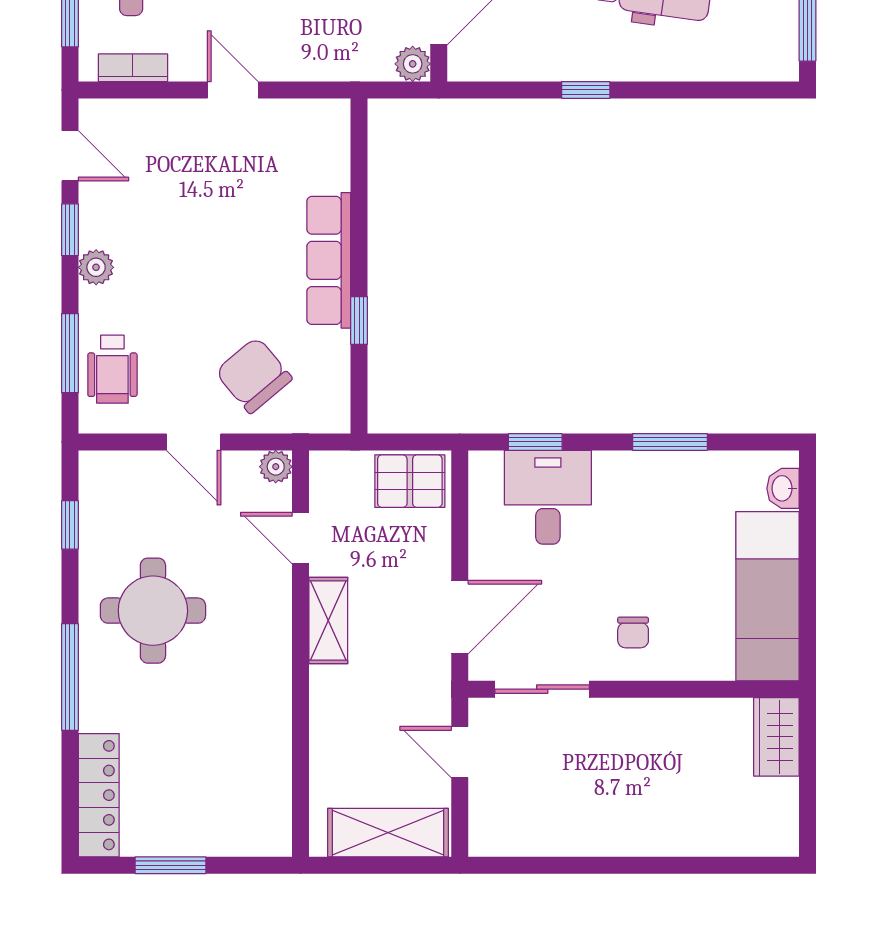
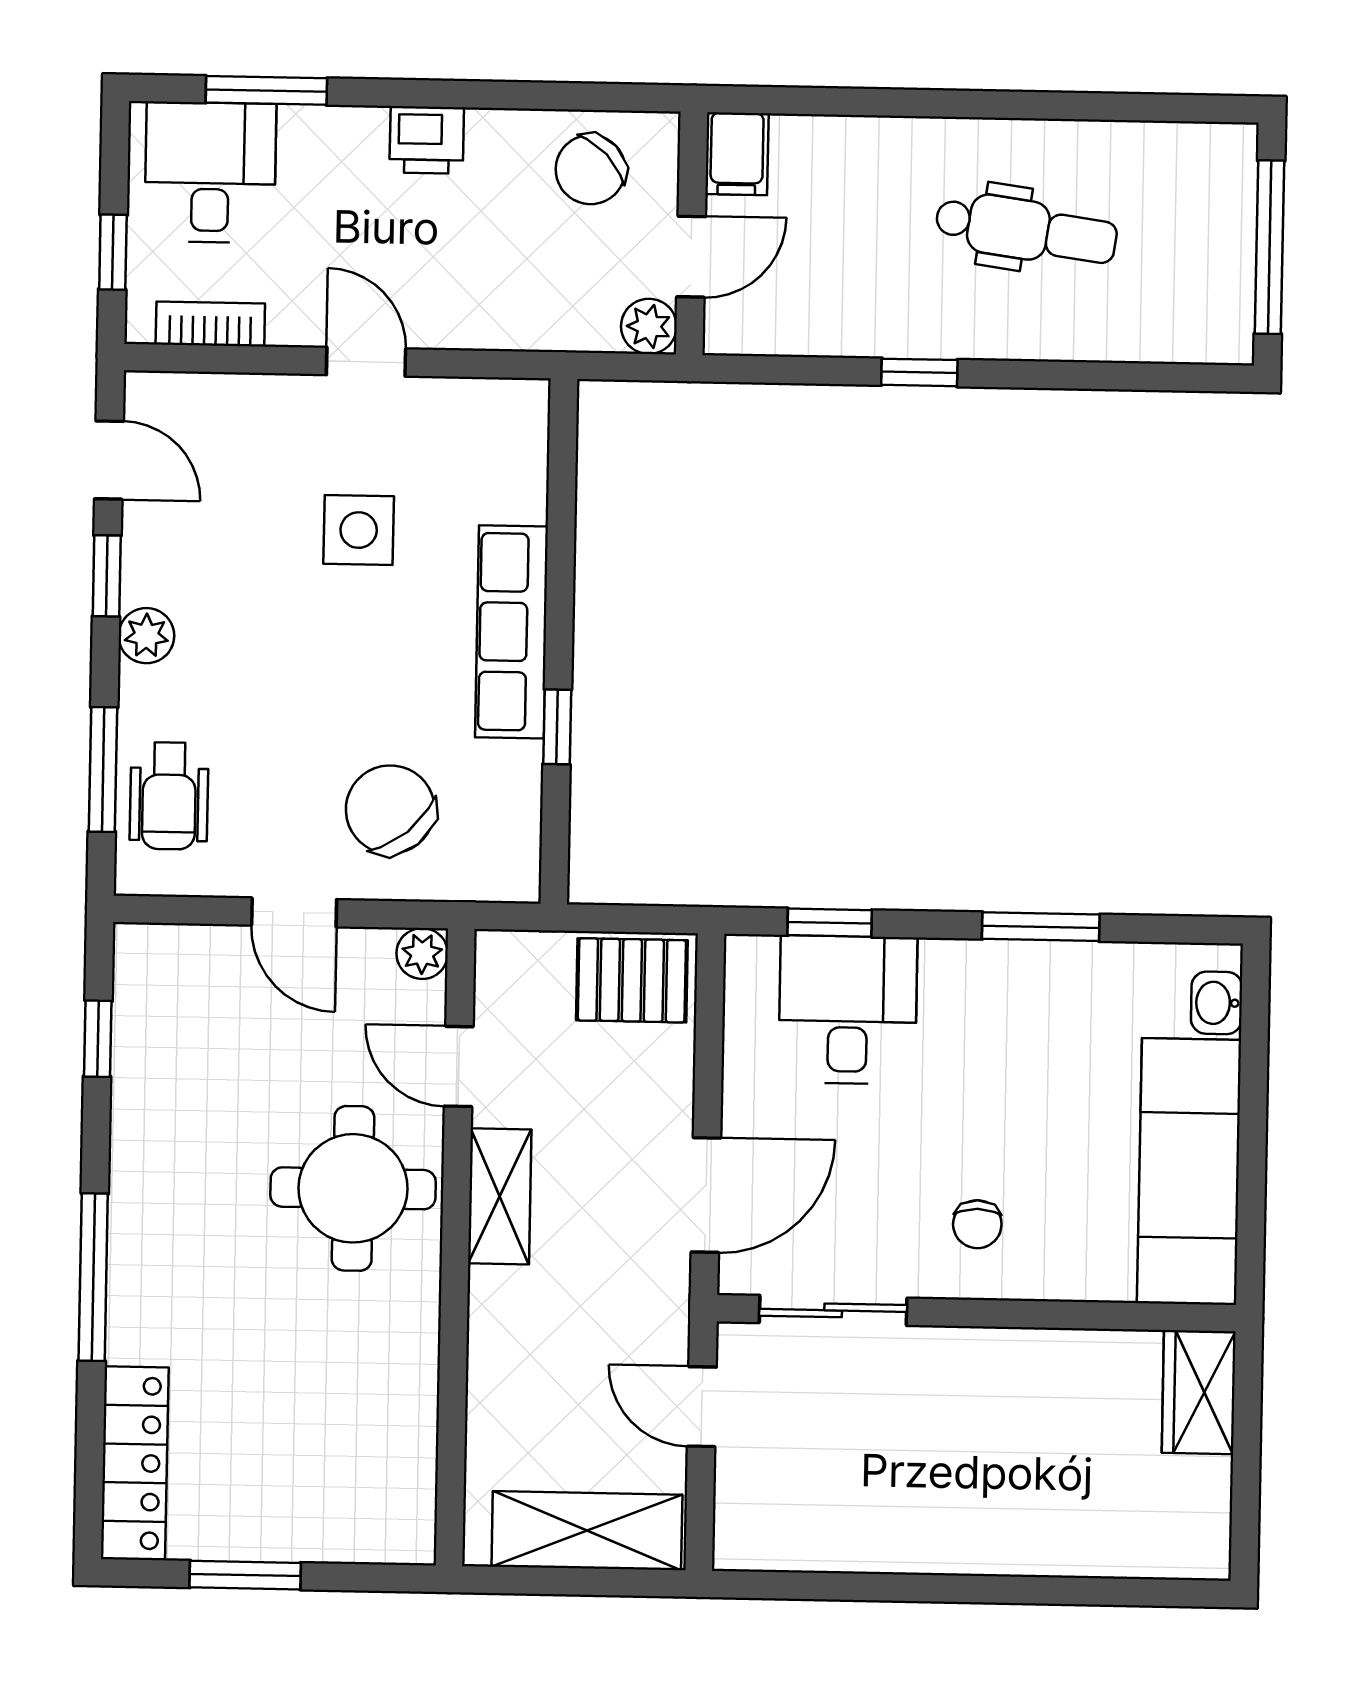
side table: (230, 197) -> (359, 530), added
round table: (153, 611) -> (353, 1188), moved

